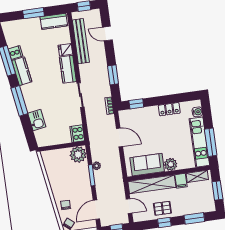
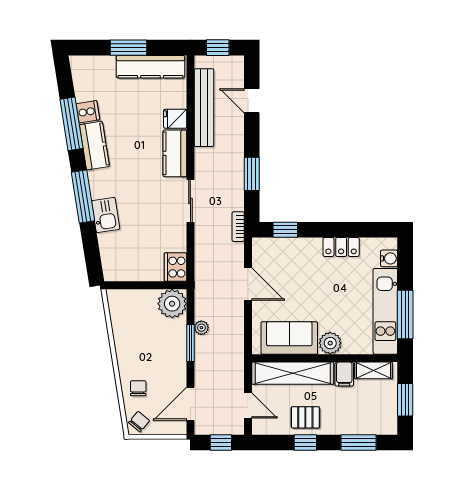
kitchen counter: (54, 21) -> (150, 67), width x1.50
kitchen sink: (37, 120) -> (106, 215), moved

